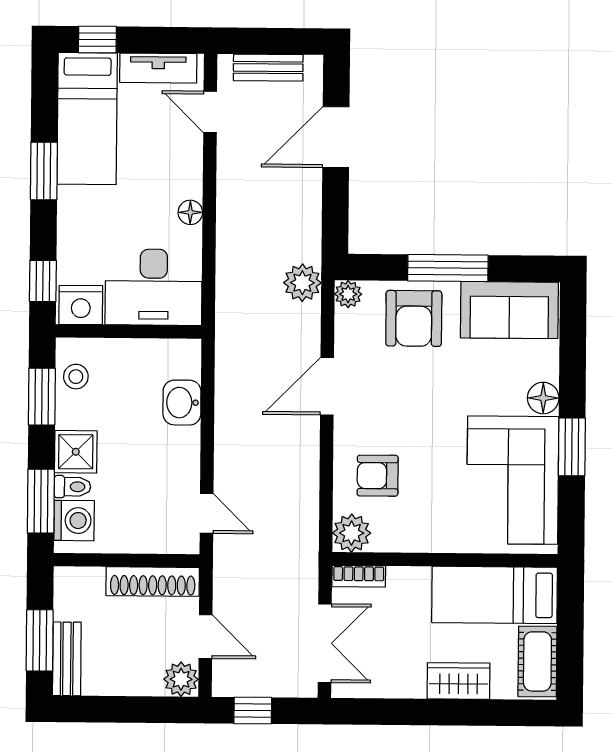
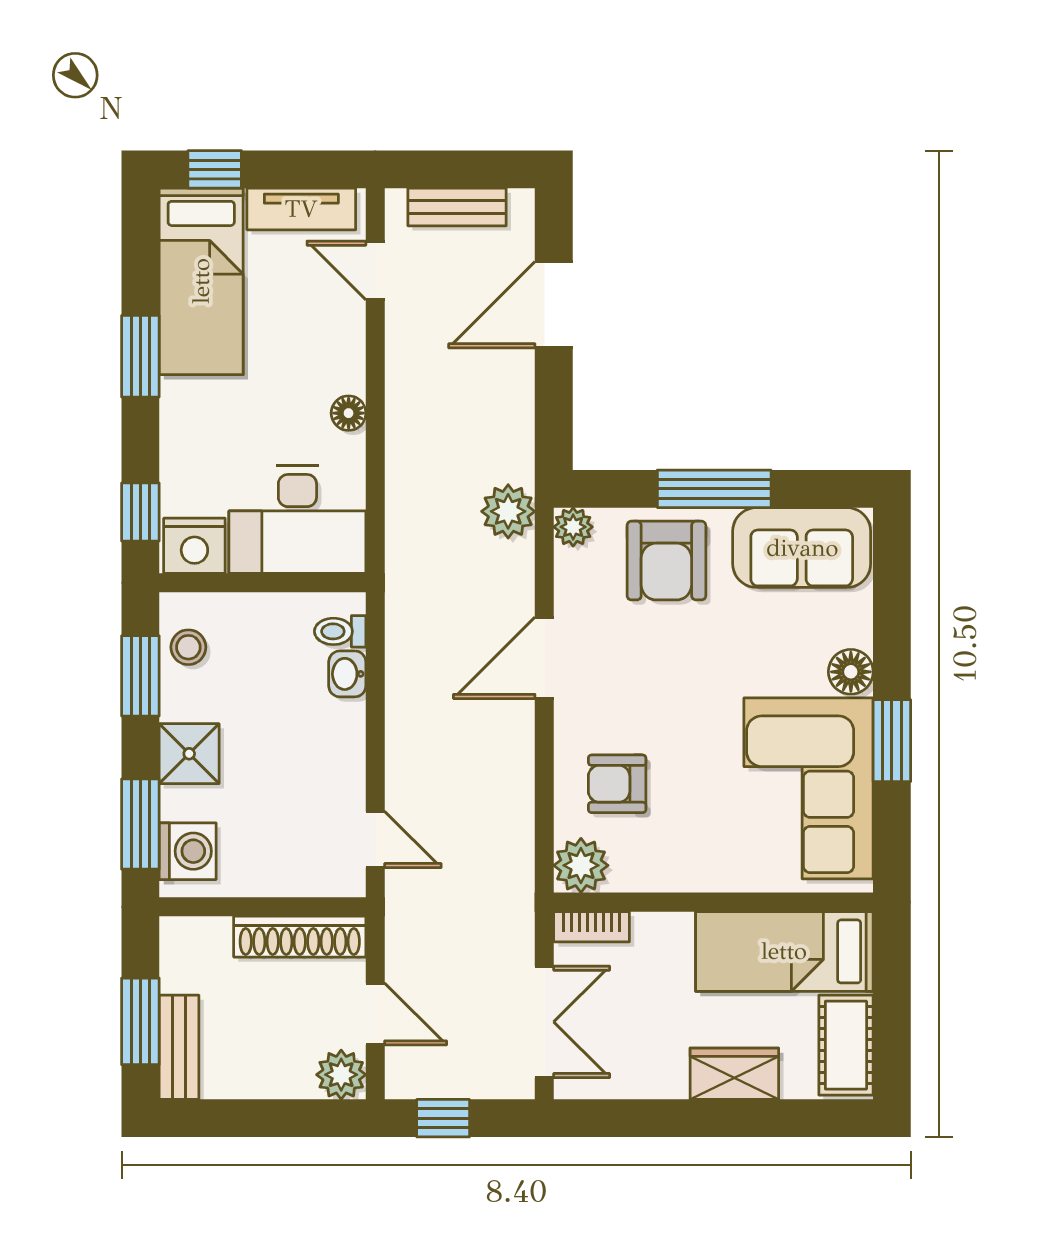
washbasin: (182, 403) -> (347, 674), width x0.72, depth x0.69
toilet: (72, 487) -> (340, 631), moved, turned 180

